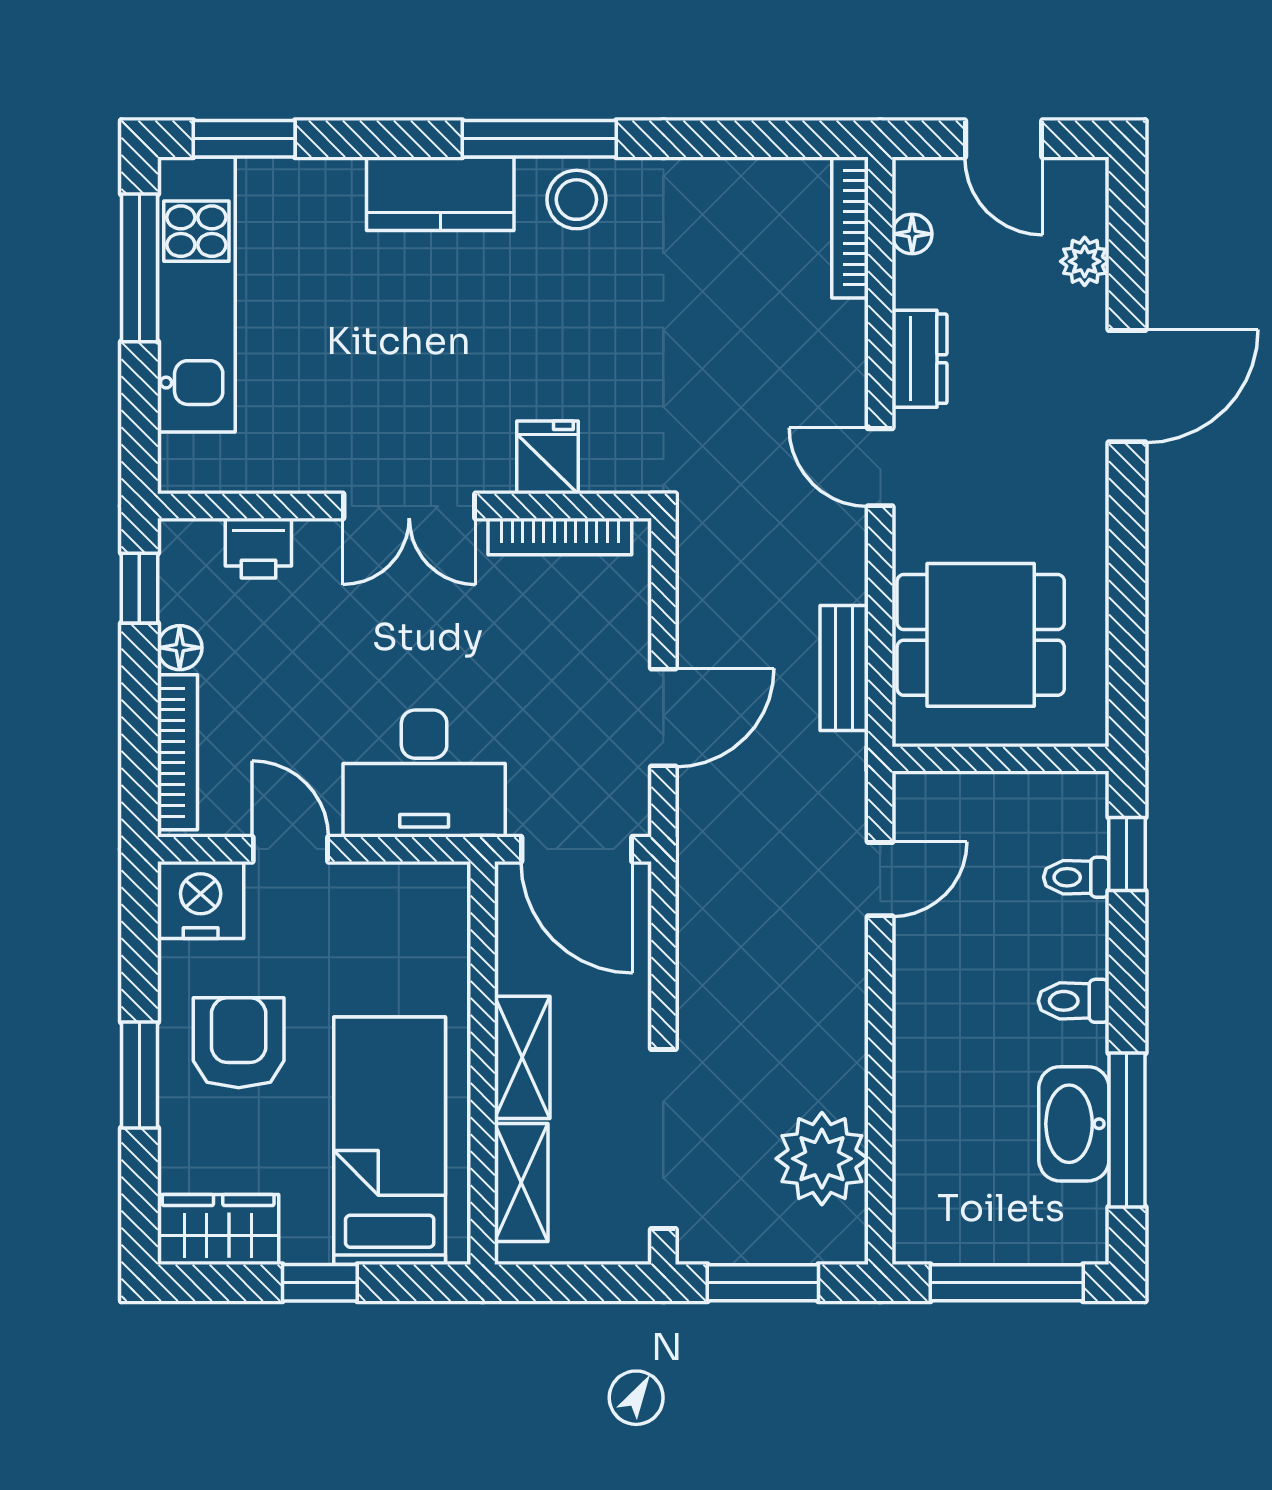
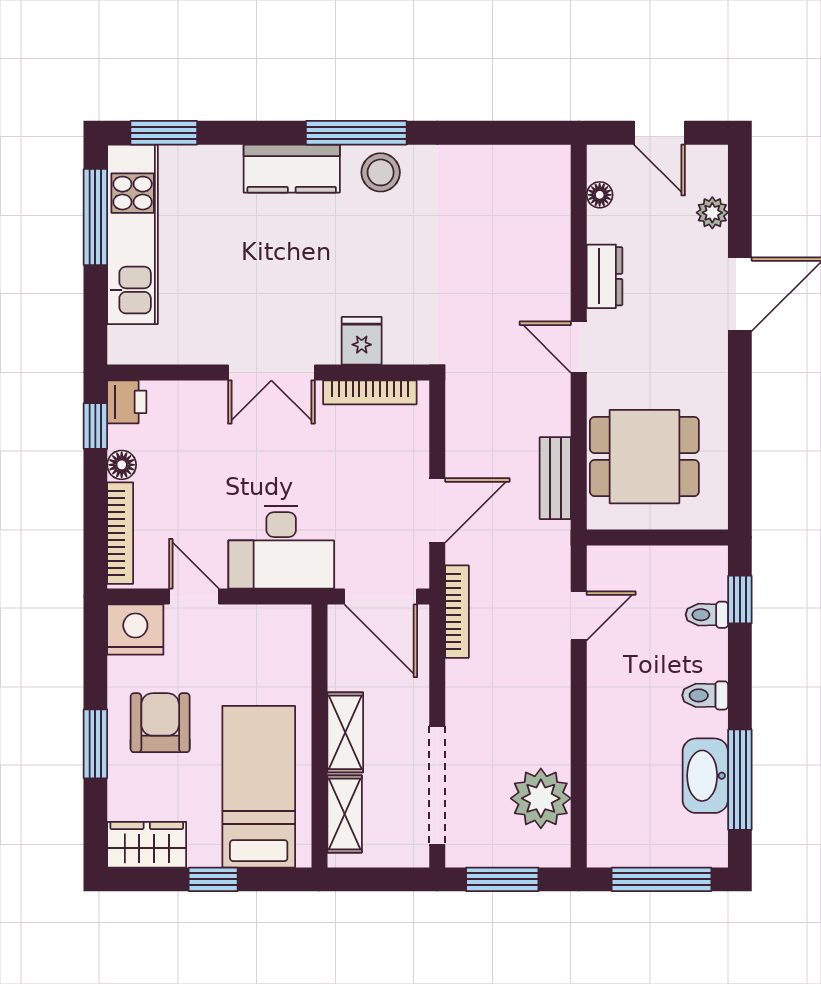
bookcase: (850, 228) -> (457, 612), moved, turned 180
printer: (258, 548) -> (127, 402), moved, turned -90

